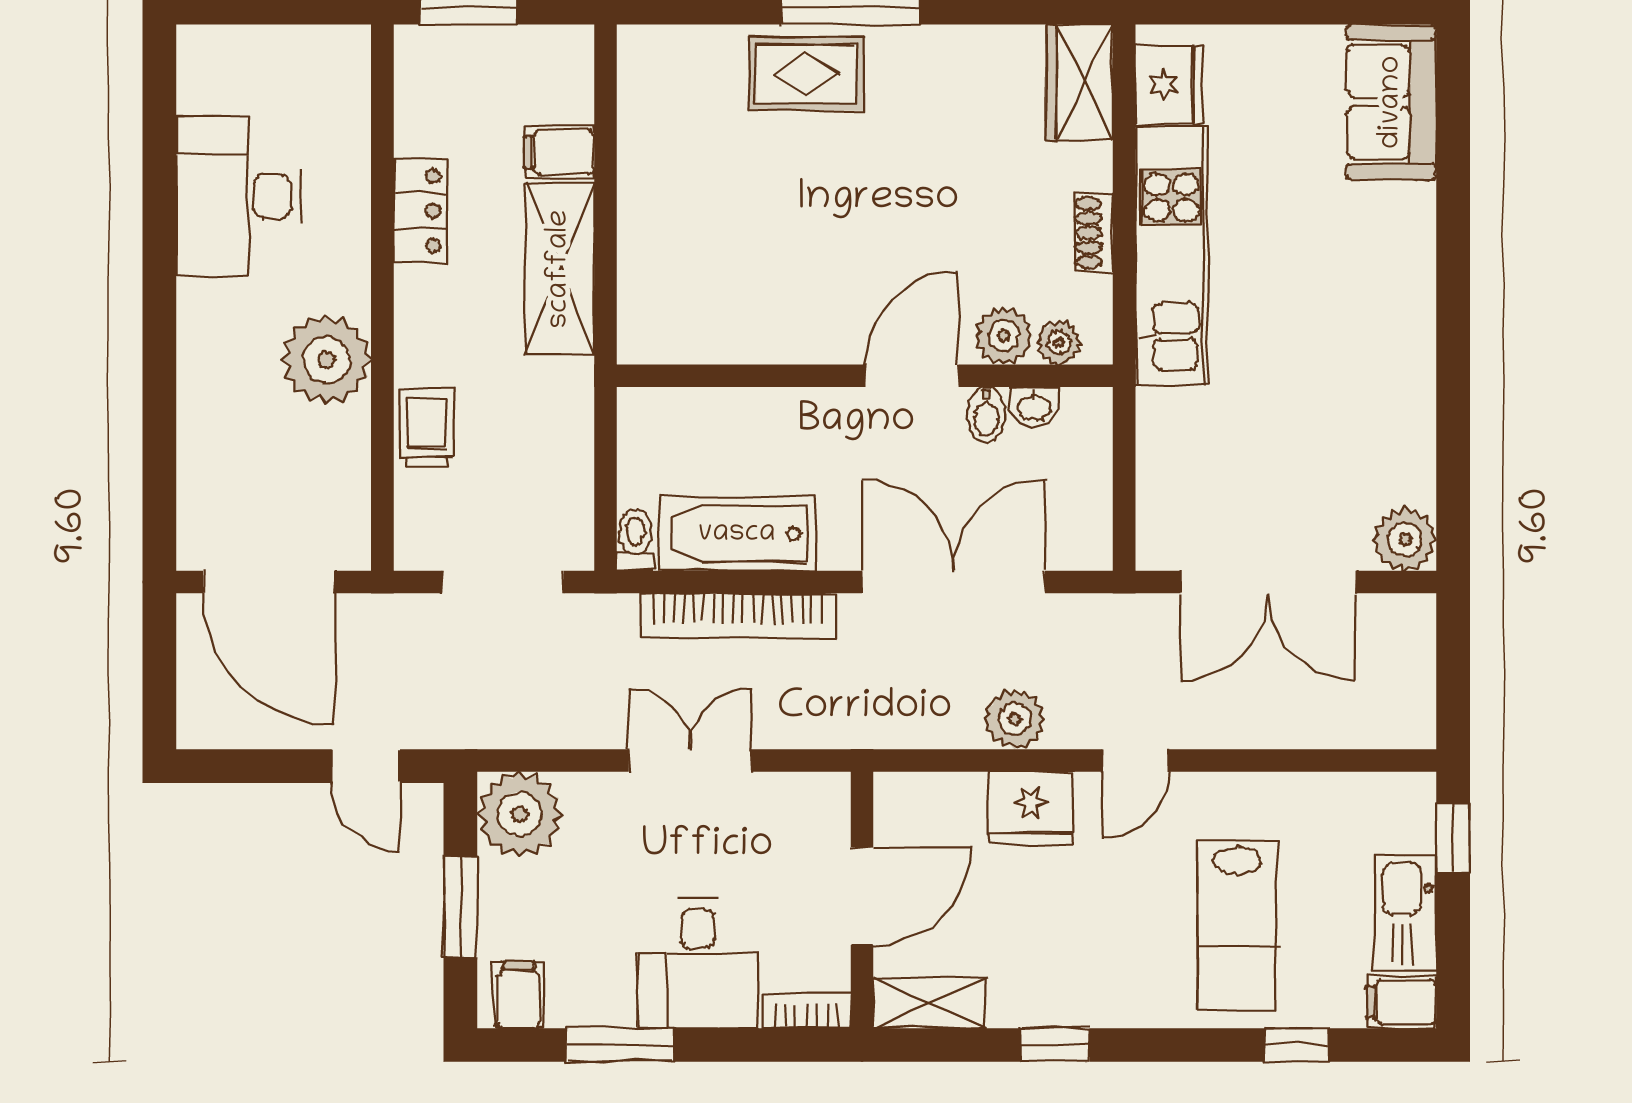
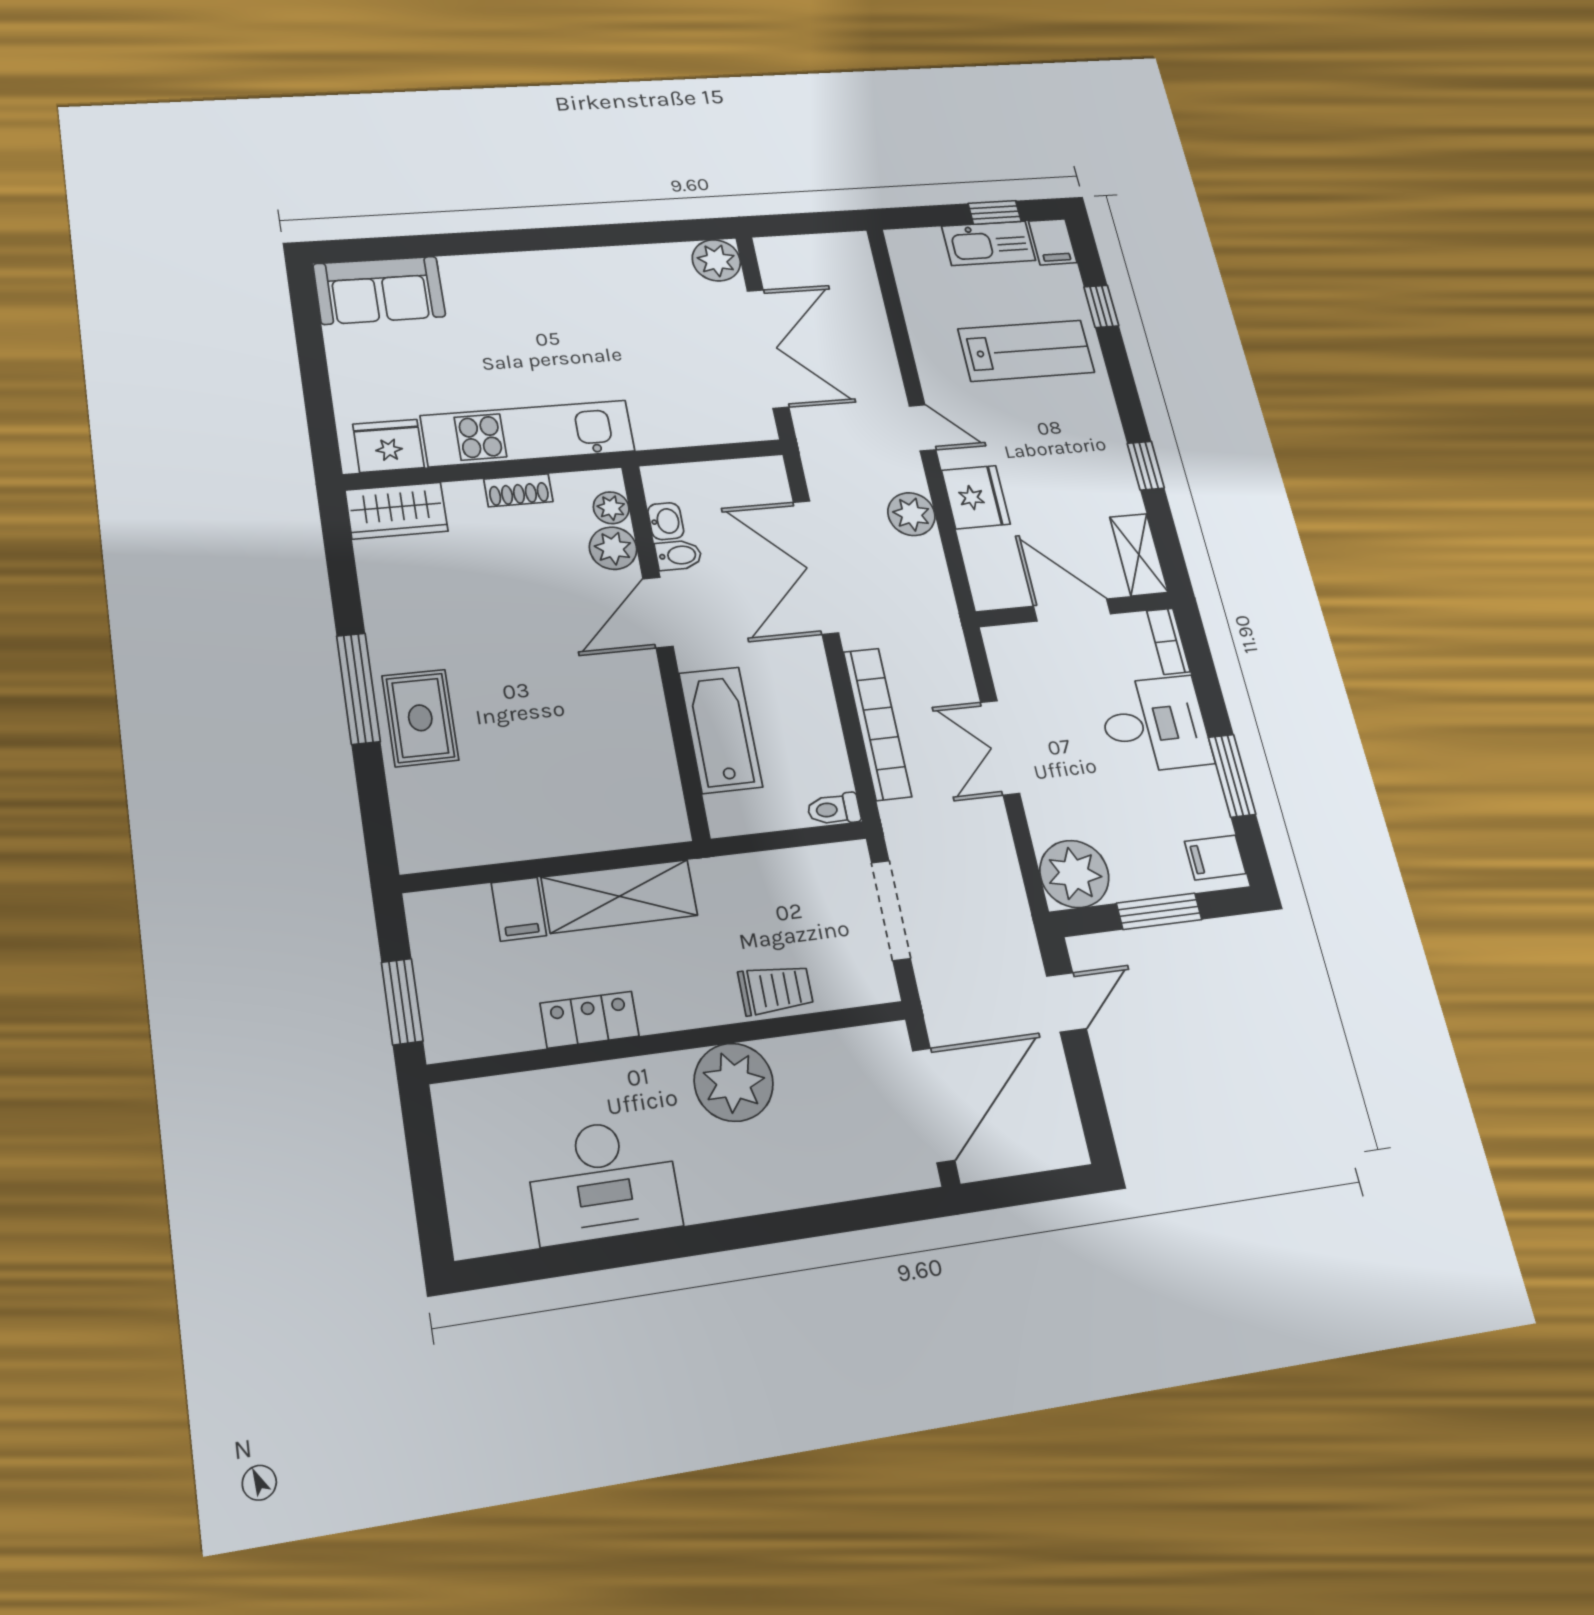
door: (912, 376) -> (658, 612), hinge flipped
trolley: (426, 428) -> (776, 990), turned 180
bathtub: (737, 534) -> (721, 730), moved, turned 180
window: (1453, 838) -> (995, 212), moved

